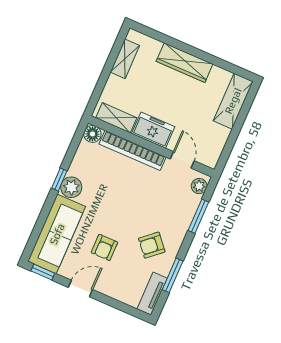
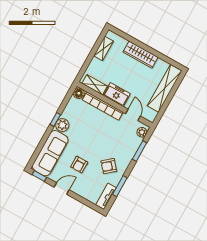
shelving: (233, 101) -> (165, 88), width x1.47

